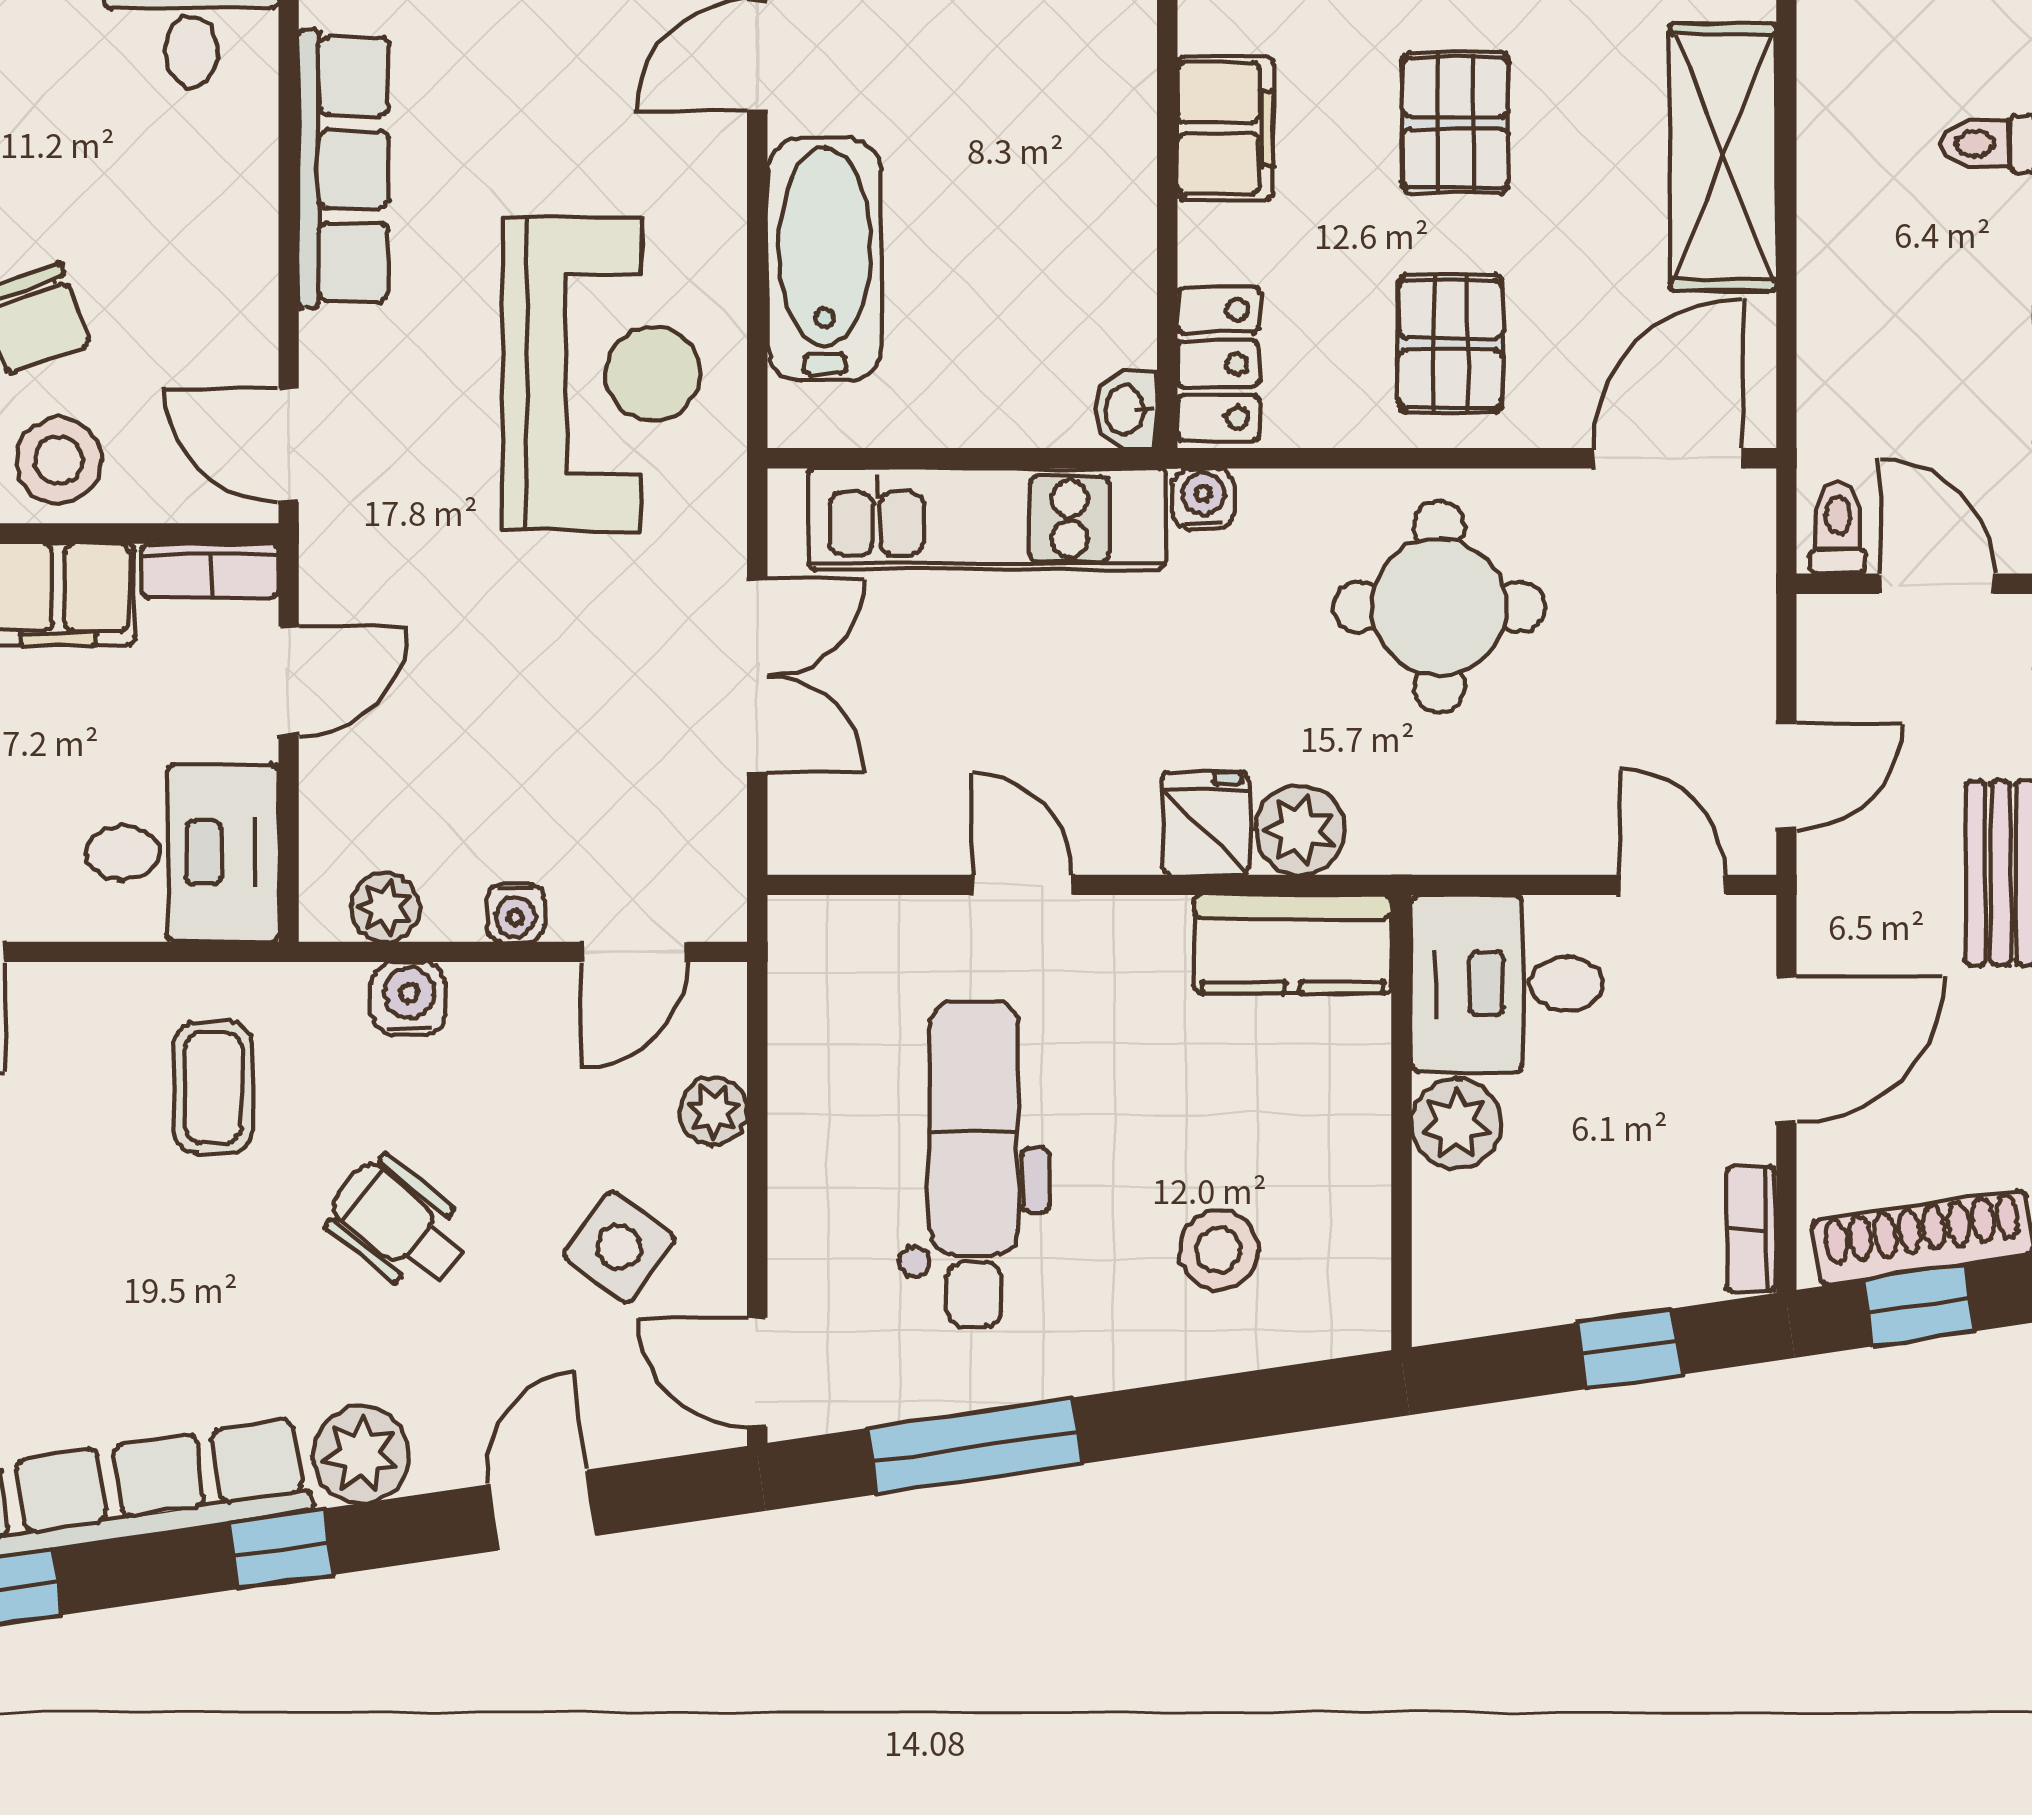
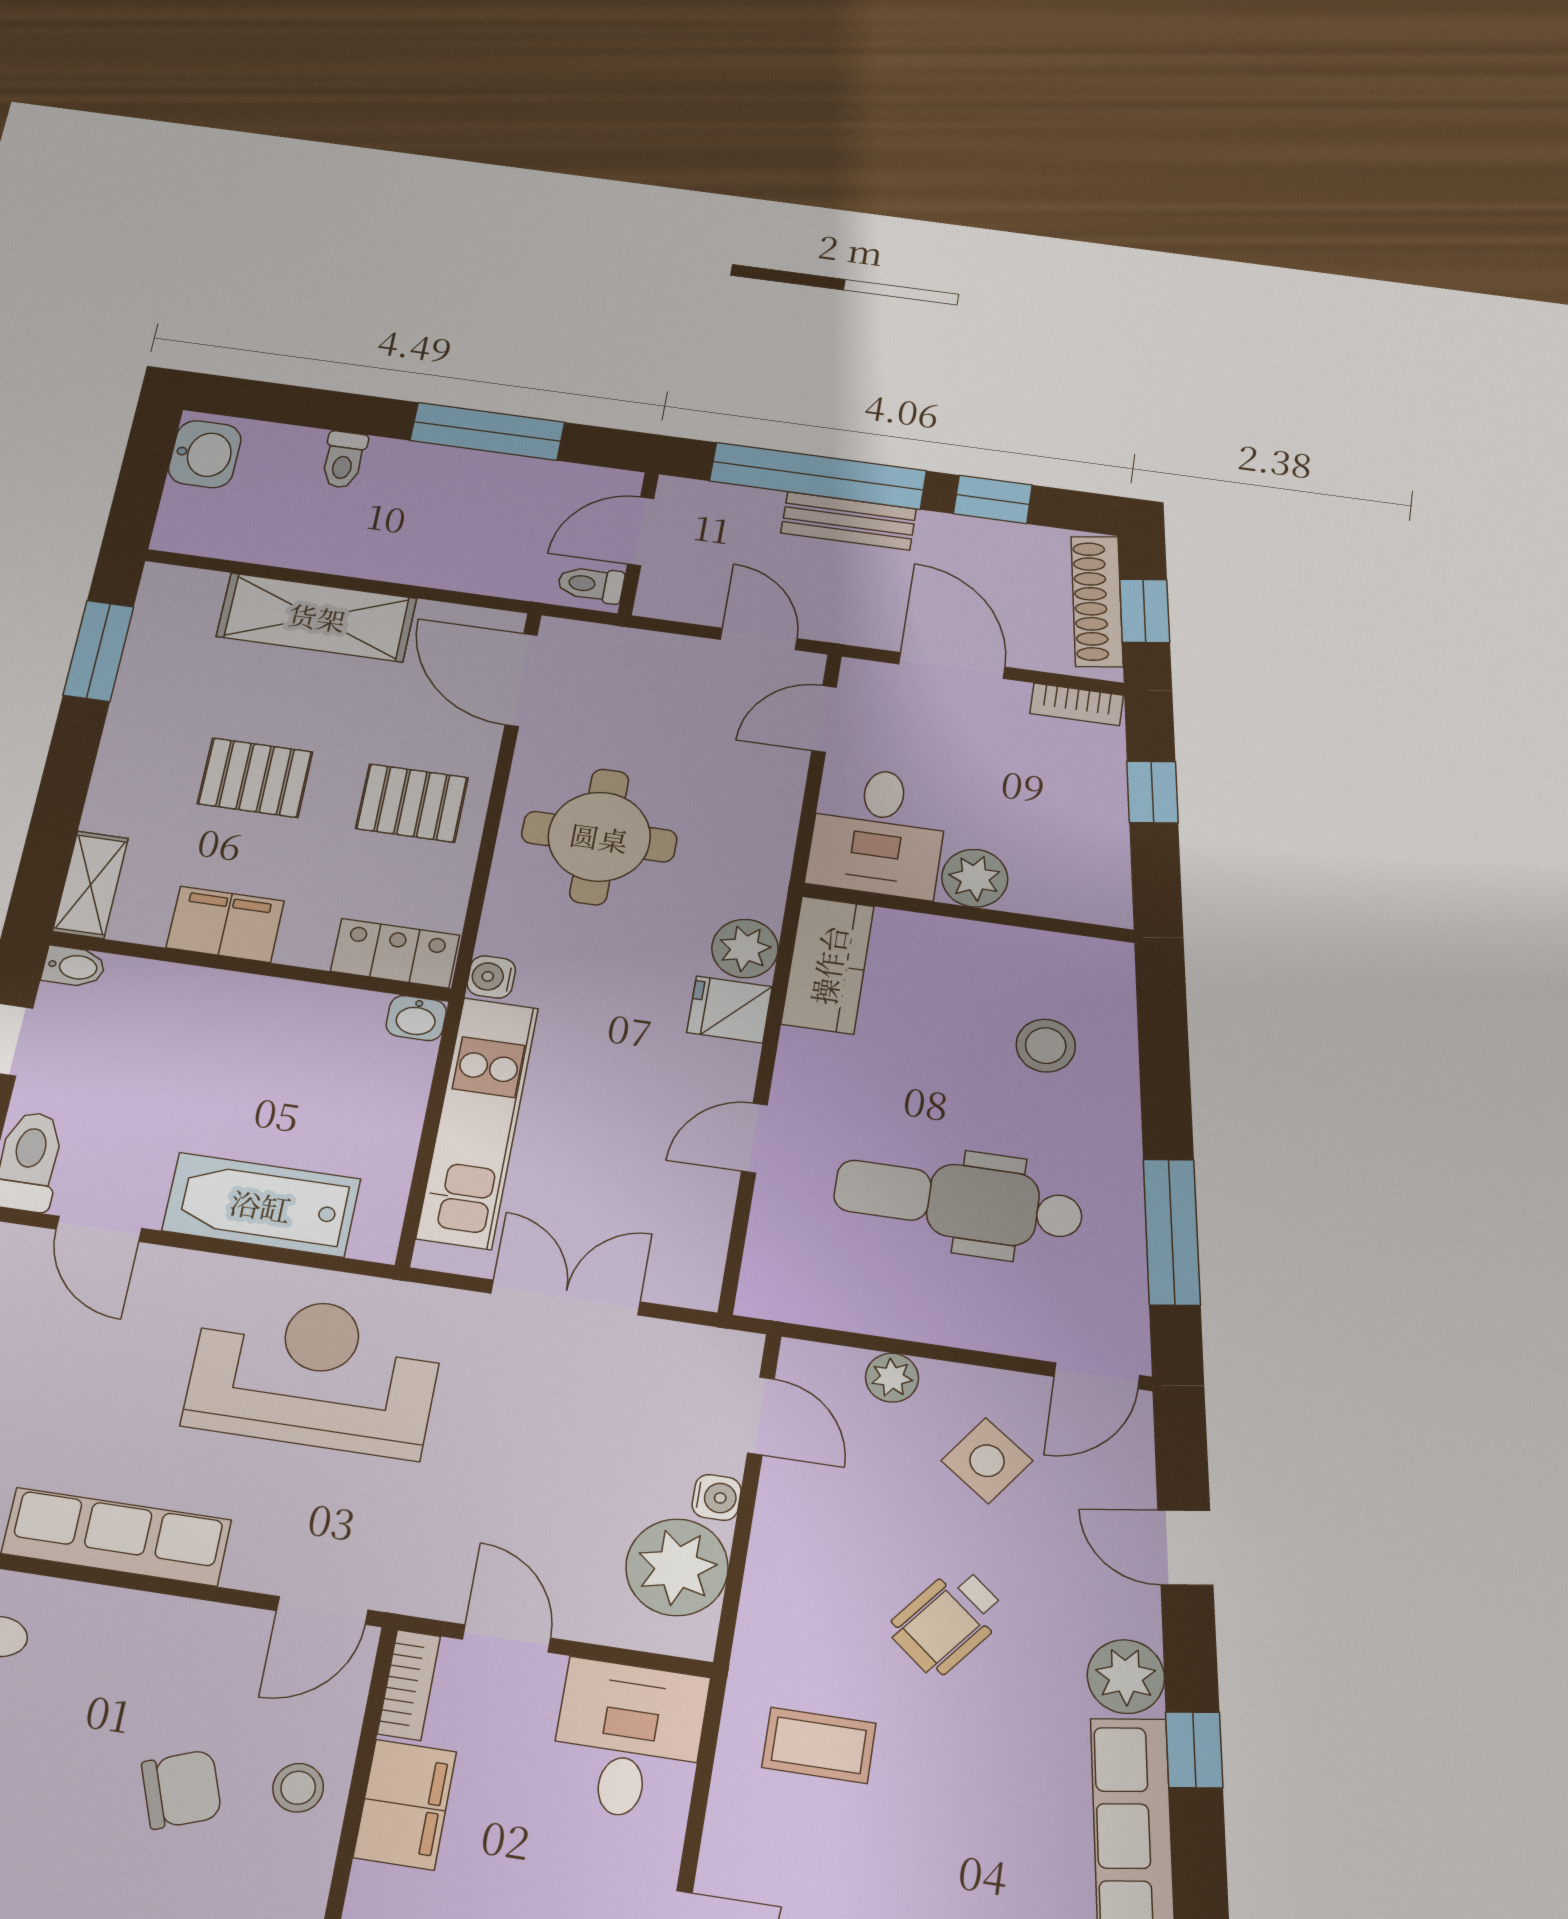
stool: (59, 460) -> (298, 1788), width x0.73, depth x0.73
plant: (385, 907) -> (677, 1567), width x1.88, depth x1.88
water cooler: (409, 999) -> (771, 1586), removed

